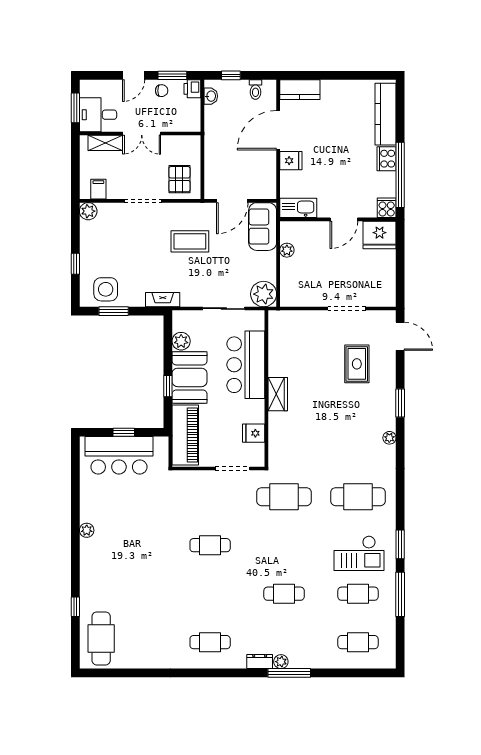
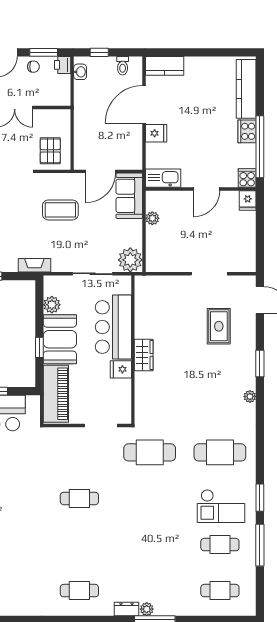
fridge: (380, 235) -> (248, 200), width x0.53, depth x0.75
fridge: (254, 433) -> (121, 369), moved
cafe table: (284, 594) -> (150, 545), removed

